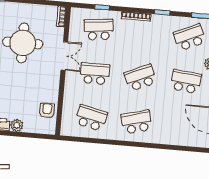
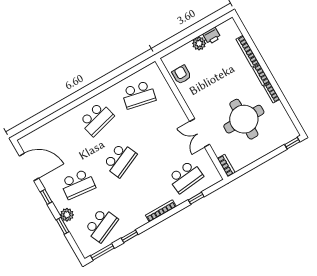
window: (162, 12) -> (130, 236), moved
school desk: (95, 74) -> (162, 136), removed
armchair: (47, 111) -> (182, 75), turned 180

